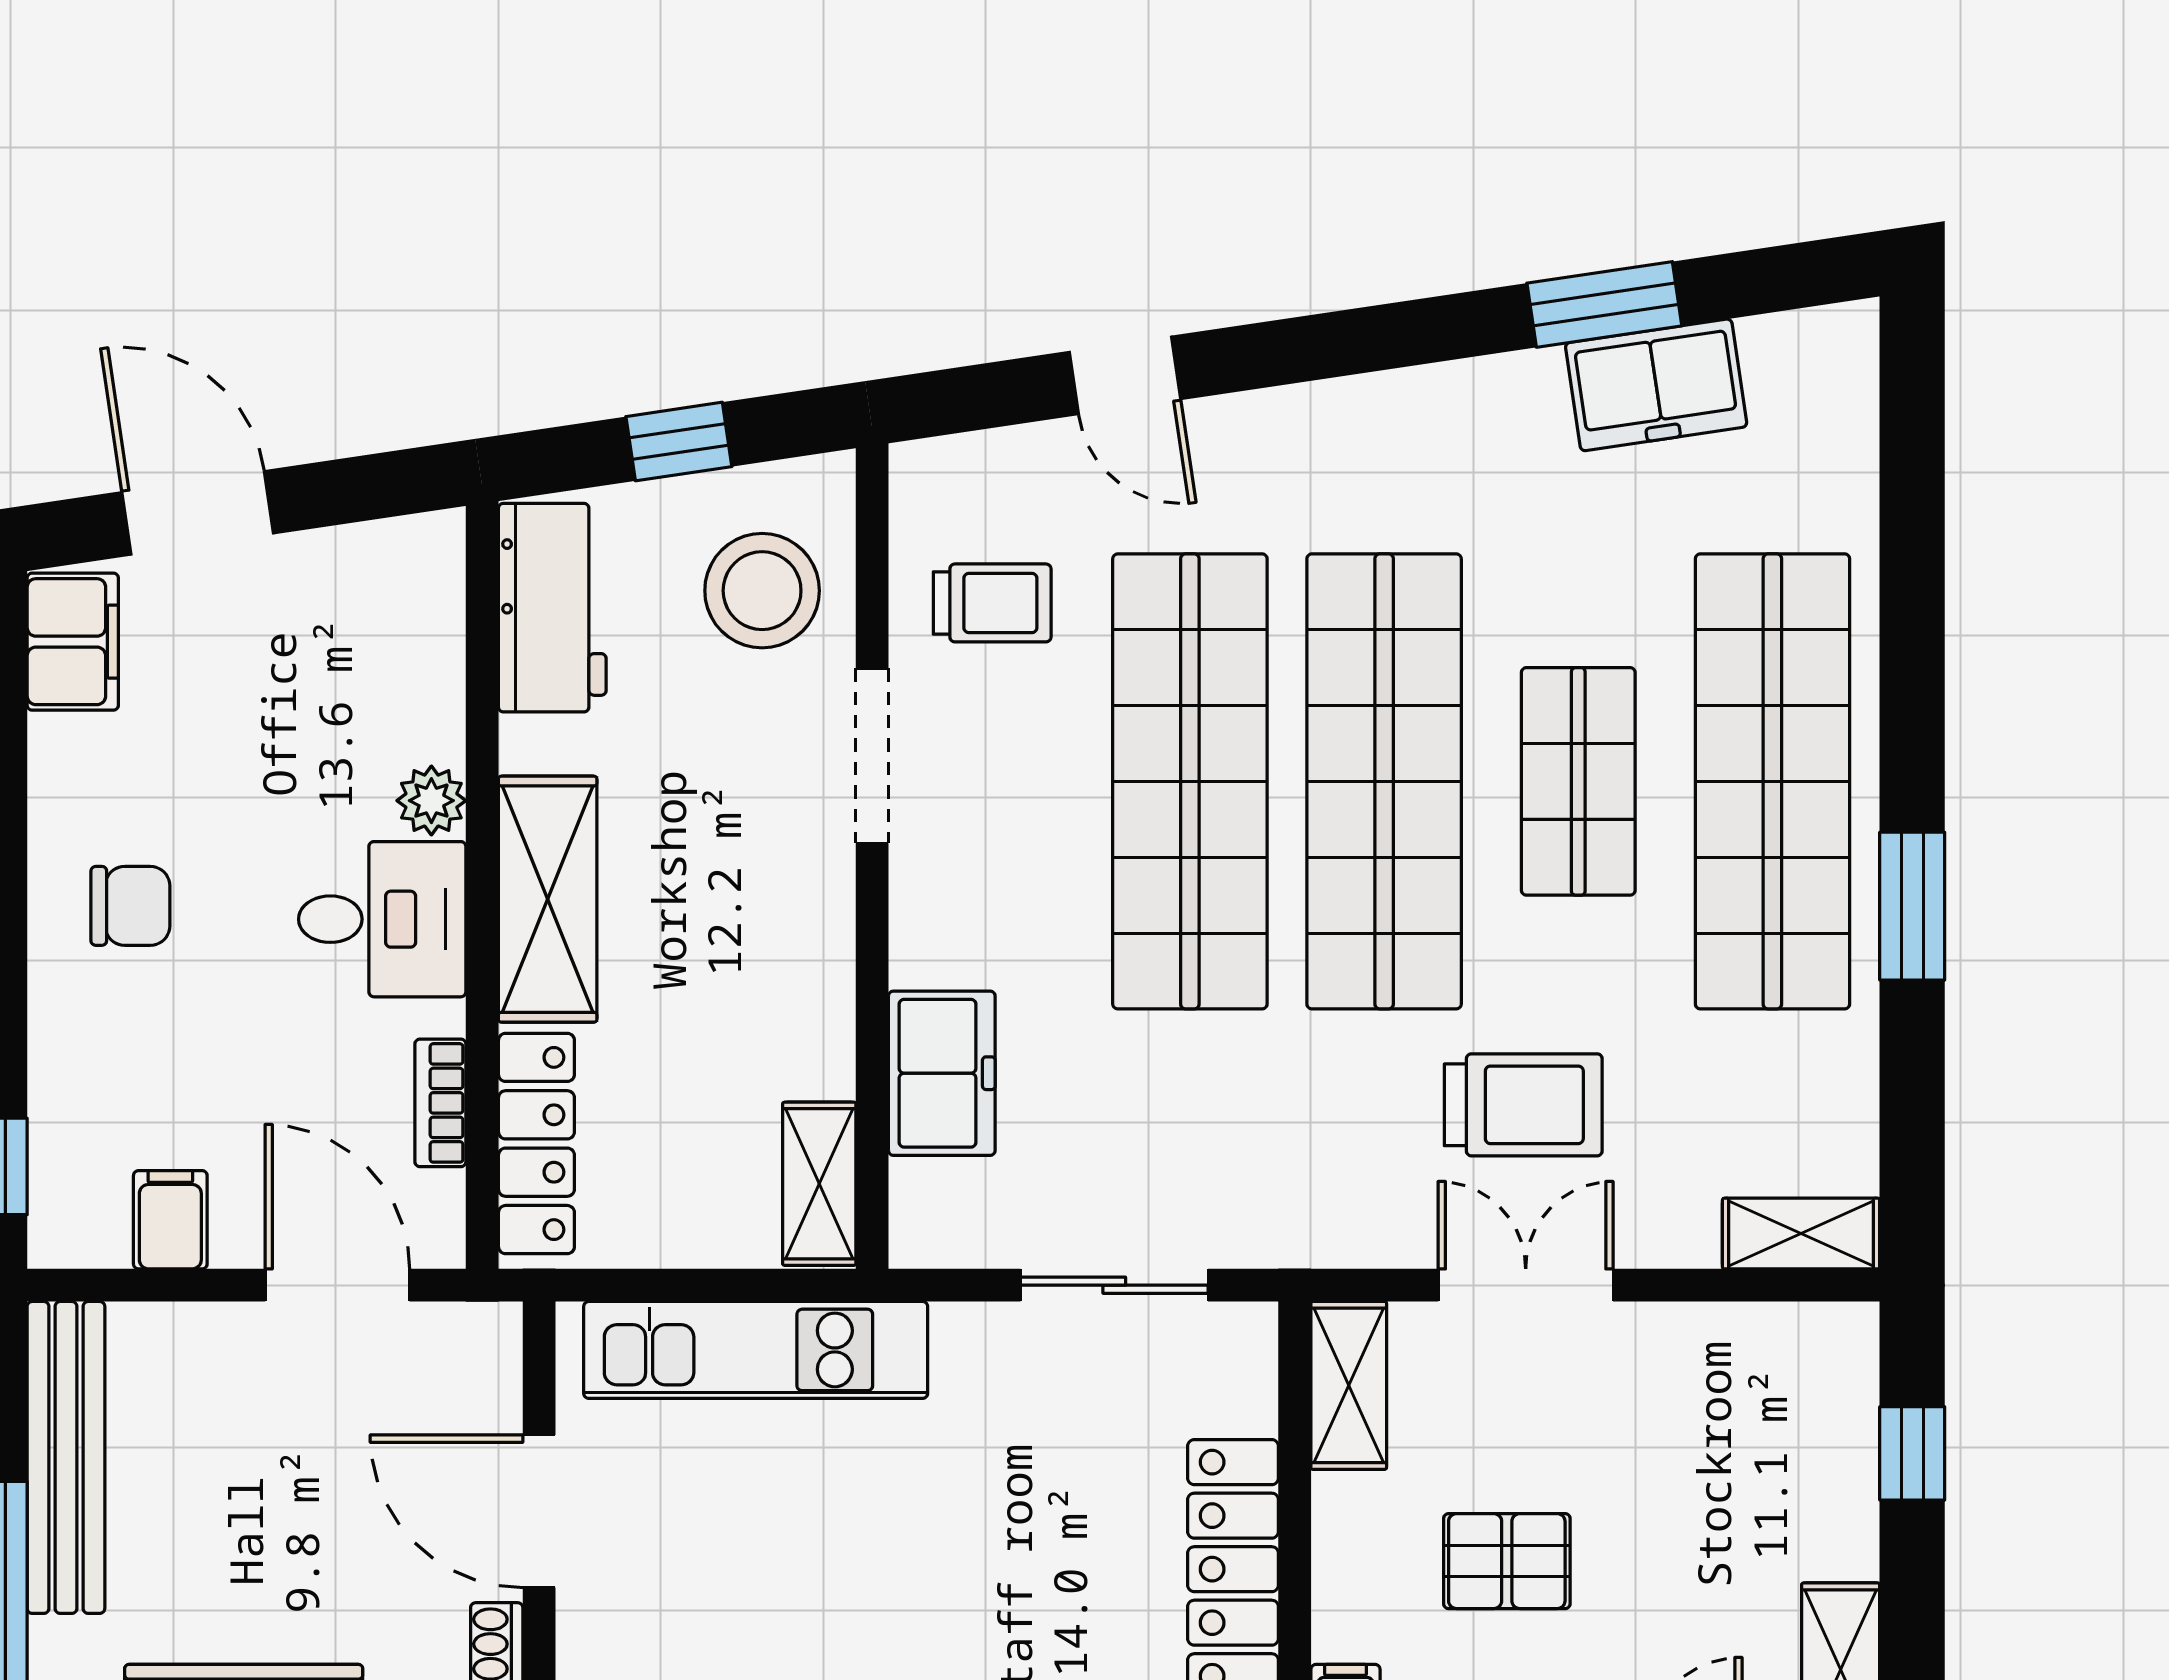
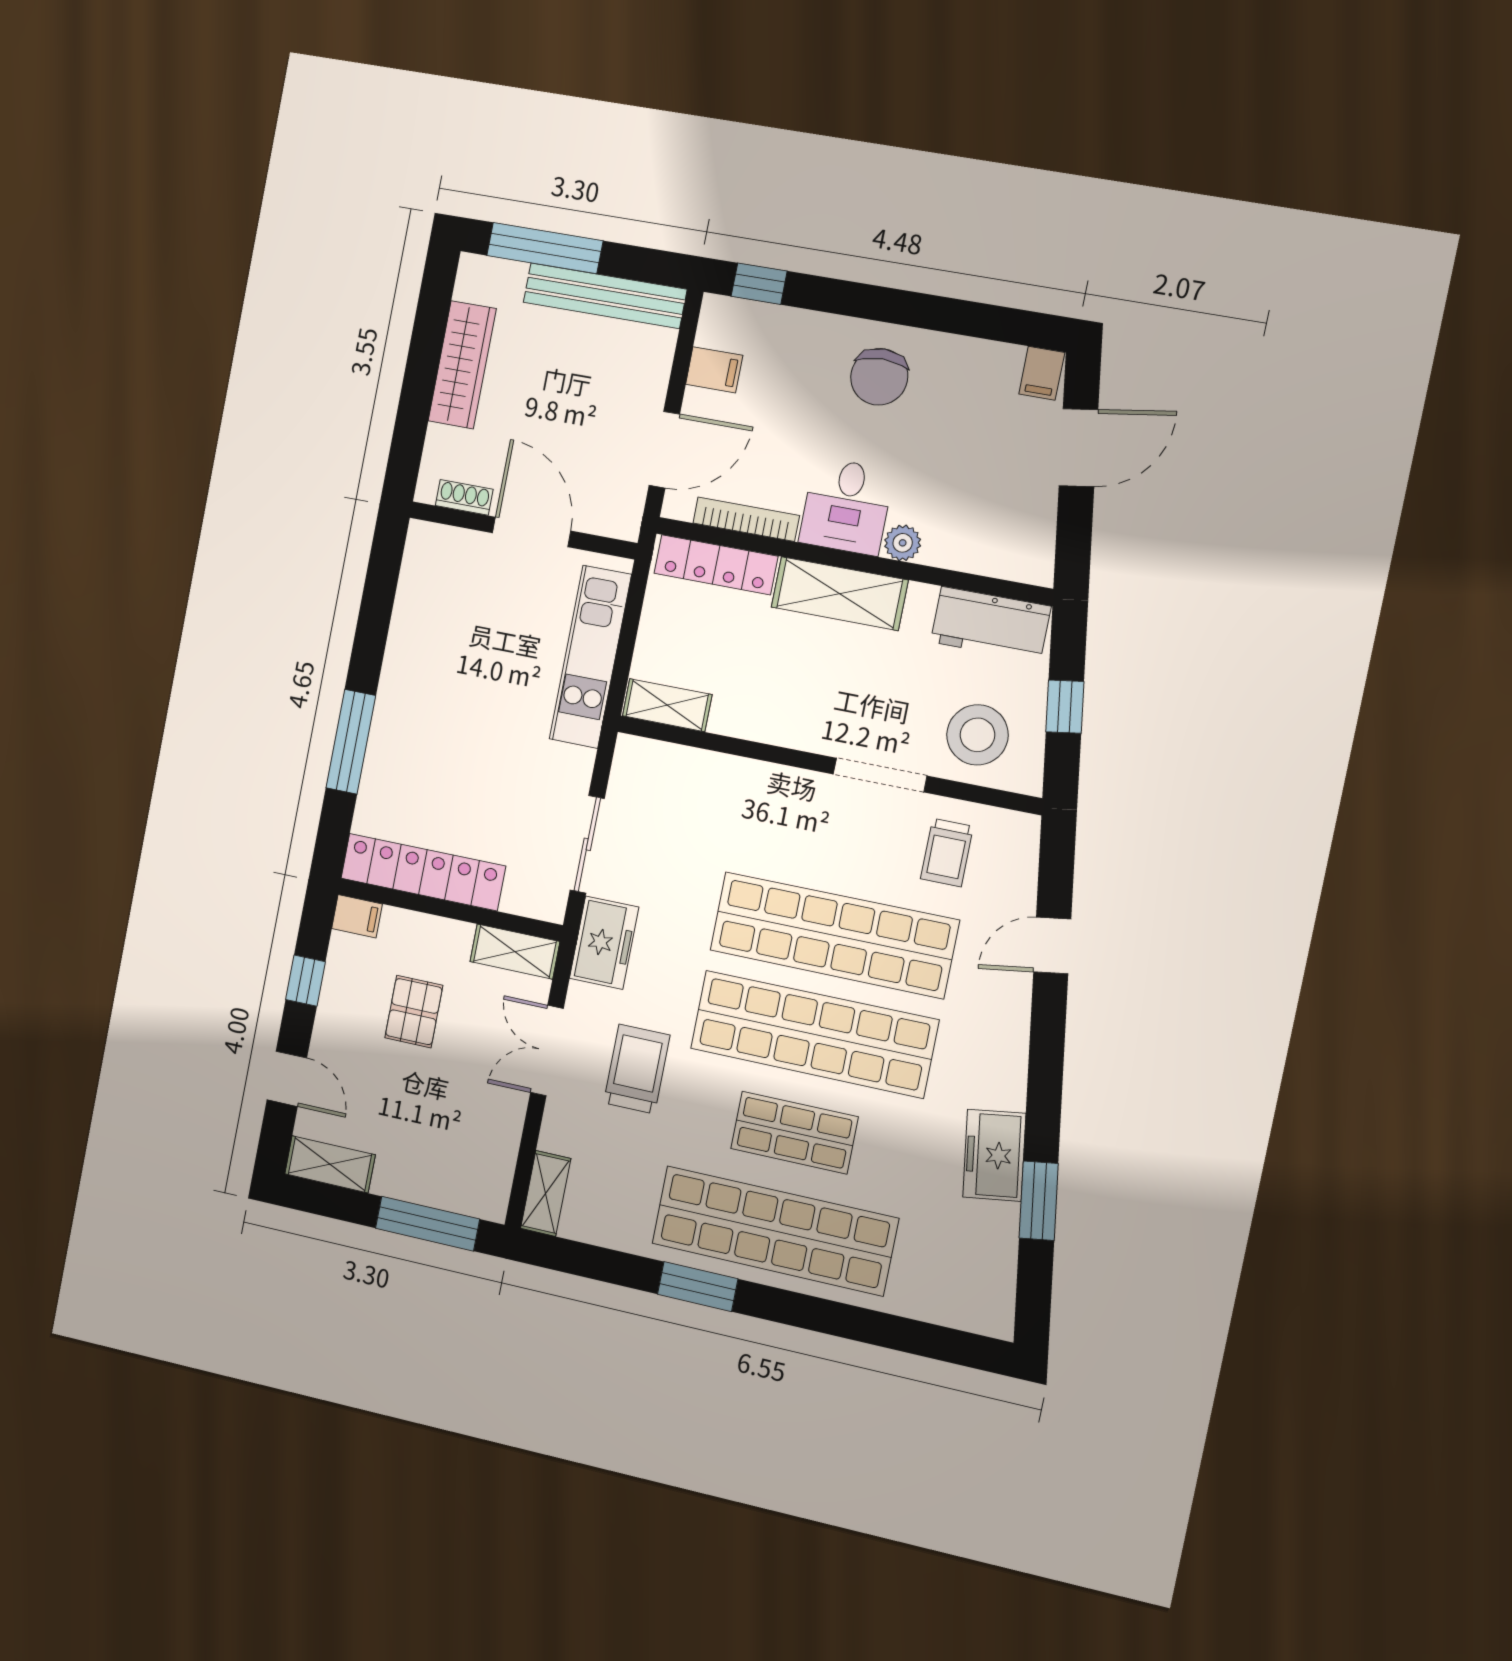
freezer: (1656, 385) -> (994, 1155), moved
filing cabinet: (73, 642) -> (1042, 373), width x0.50
chair: (130, 906) -> (879, 377), width x1.37, depth x1.37
freezer: (942, 1073) -> (604, 943), moved, turned -90
bookcase: (440, 1103) -> (746, 519), width x1.56
trolley: (1523, 1105) -> (637, 1069), turned 180
double door: (1526, 1285) -> (547, 1051), swing flipped
window: (1912, 1453) -> (427, 1224), width x2.17
door: (539, 1511) -> (532, 532), hinge flipped

